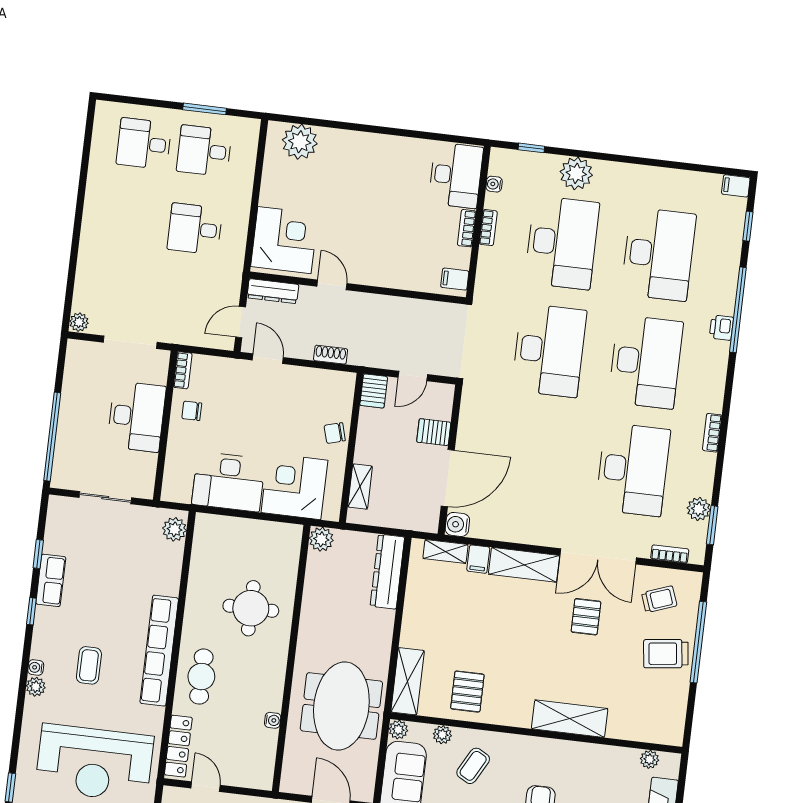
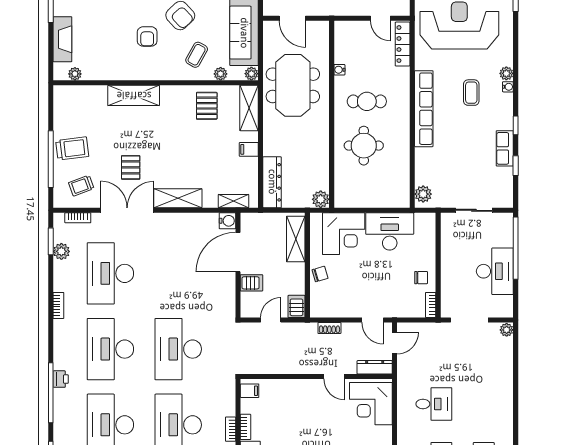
desk: (136, 416) -> (495, 271), moved, turned 180
shelving: (360, 487) -> (296, 239), width x1.50, depth x1.33
filing cabinet: (478, 559) -> (249, 149), moved, turned -90
cafe table: (201, 677) -> (367, 101), moved, turned 90

